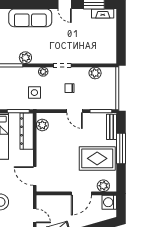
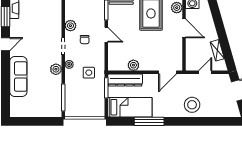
plant: (25, 58) -> (56, 69), moved
plant: (95, 73) -> (70, 26), moved
door: (75, 111) -> (106, 35), hinge flipped
plant: (42, 125) -> (133, 65), moved

